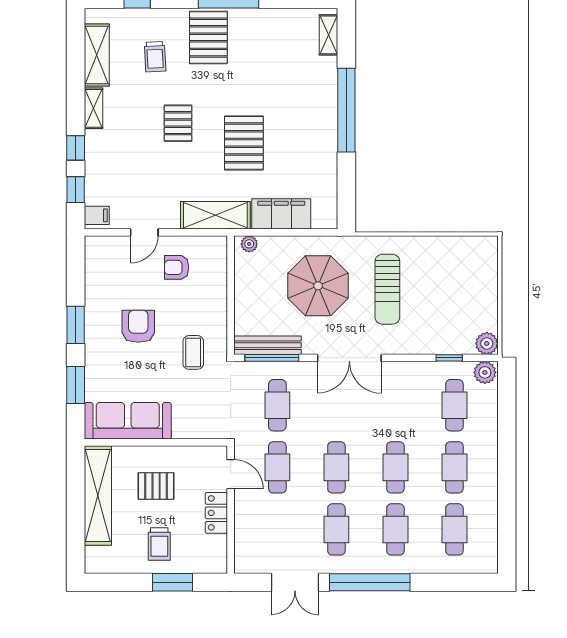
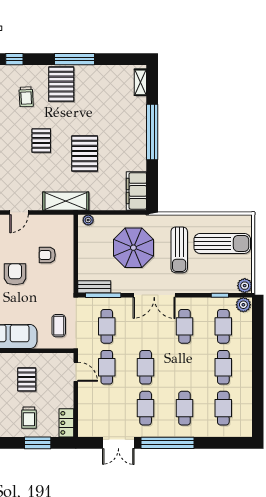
filing cabinet: (281, 214) -> (136, 191), moved, turned -90
armchair: (177, 267) -> (47, 255), moved
sun lounger: (453, 279) -> (222, 243), added
bench: (268, 345) -> (94, 287), width x0.73
coffee table: (193, 352) -> (59, 326), moved
cafe table: (395, 467) -> (184, 326), moved
pallet: (156, 486) -> (27, 379), turned 90
locker: (216, 513) -> (66, 423), moved

